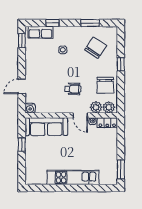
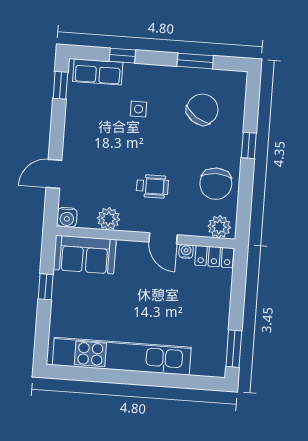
plant: (96, 107) -> (108, 219), moved
sofa: (46, 127) -> (85, 255), width x0.73
kitchen unit: (73, 177) -> (122, 356), width x1.36

